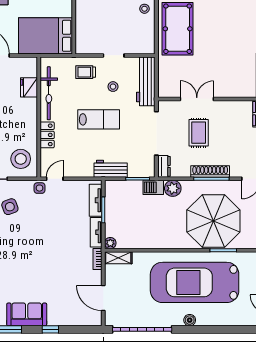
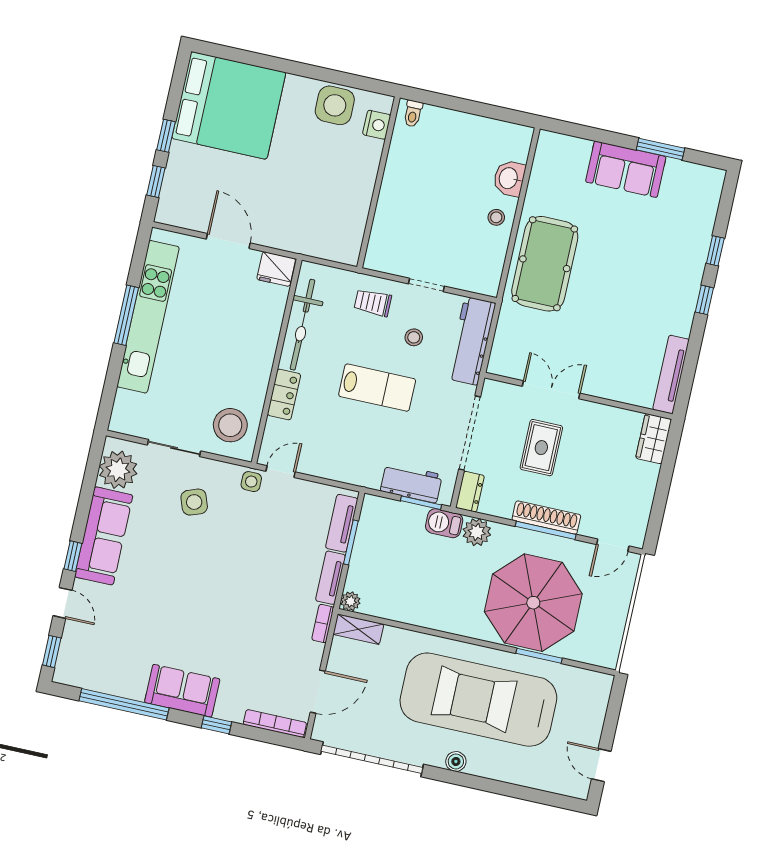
bed: (45, 36) -> (319, 226), removed
fridge: (29, 87) -> (276, 269), moved, turned -90
workbench: (111, 169) -> (411, 483), moved
door: (103, 298) -> (318, 692), swing flipped
bookcase: (83, 321) -> (275, 723), added

